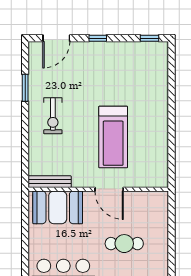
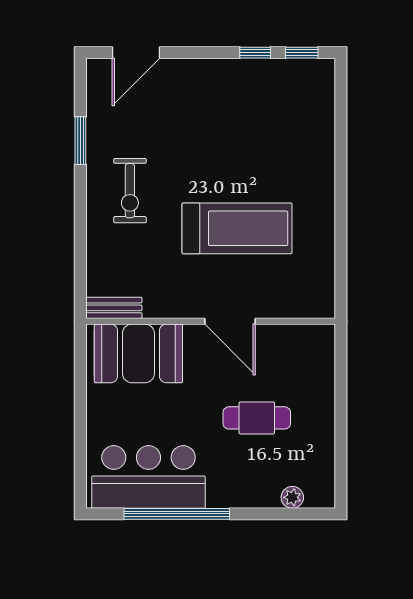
window: (98, 38) -> (255, 53), moved
treadmill: (113, 137) -> (237, 228), turned -90
bench: (50, 182) -> (114, 308), width x0.73

